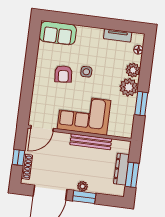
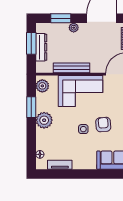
plant: (133, 70) -> (42, 86), moved
window: (84, 197) -> (61, 18), moved

